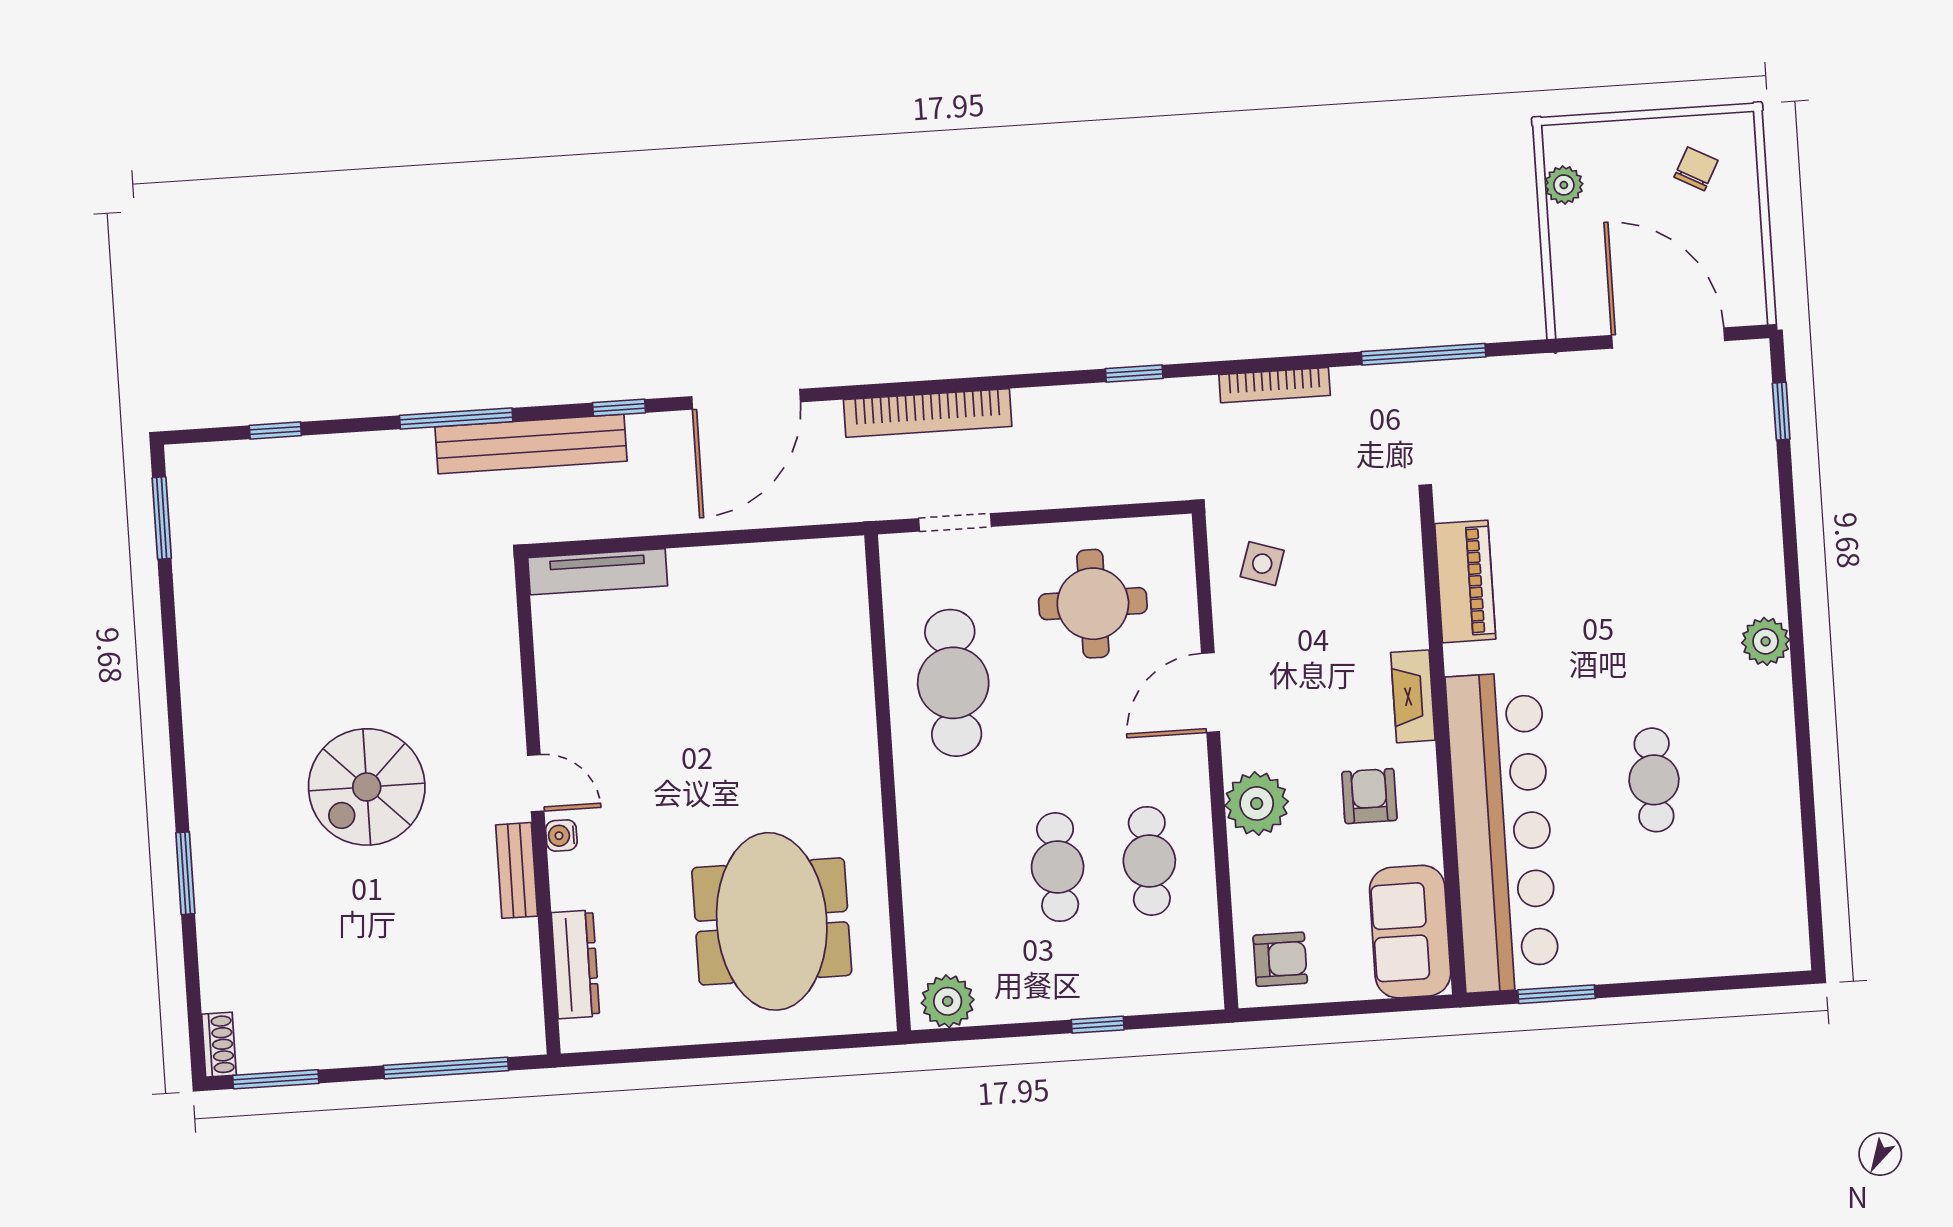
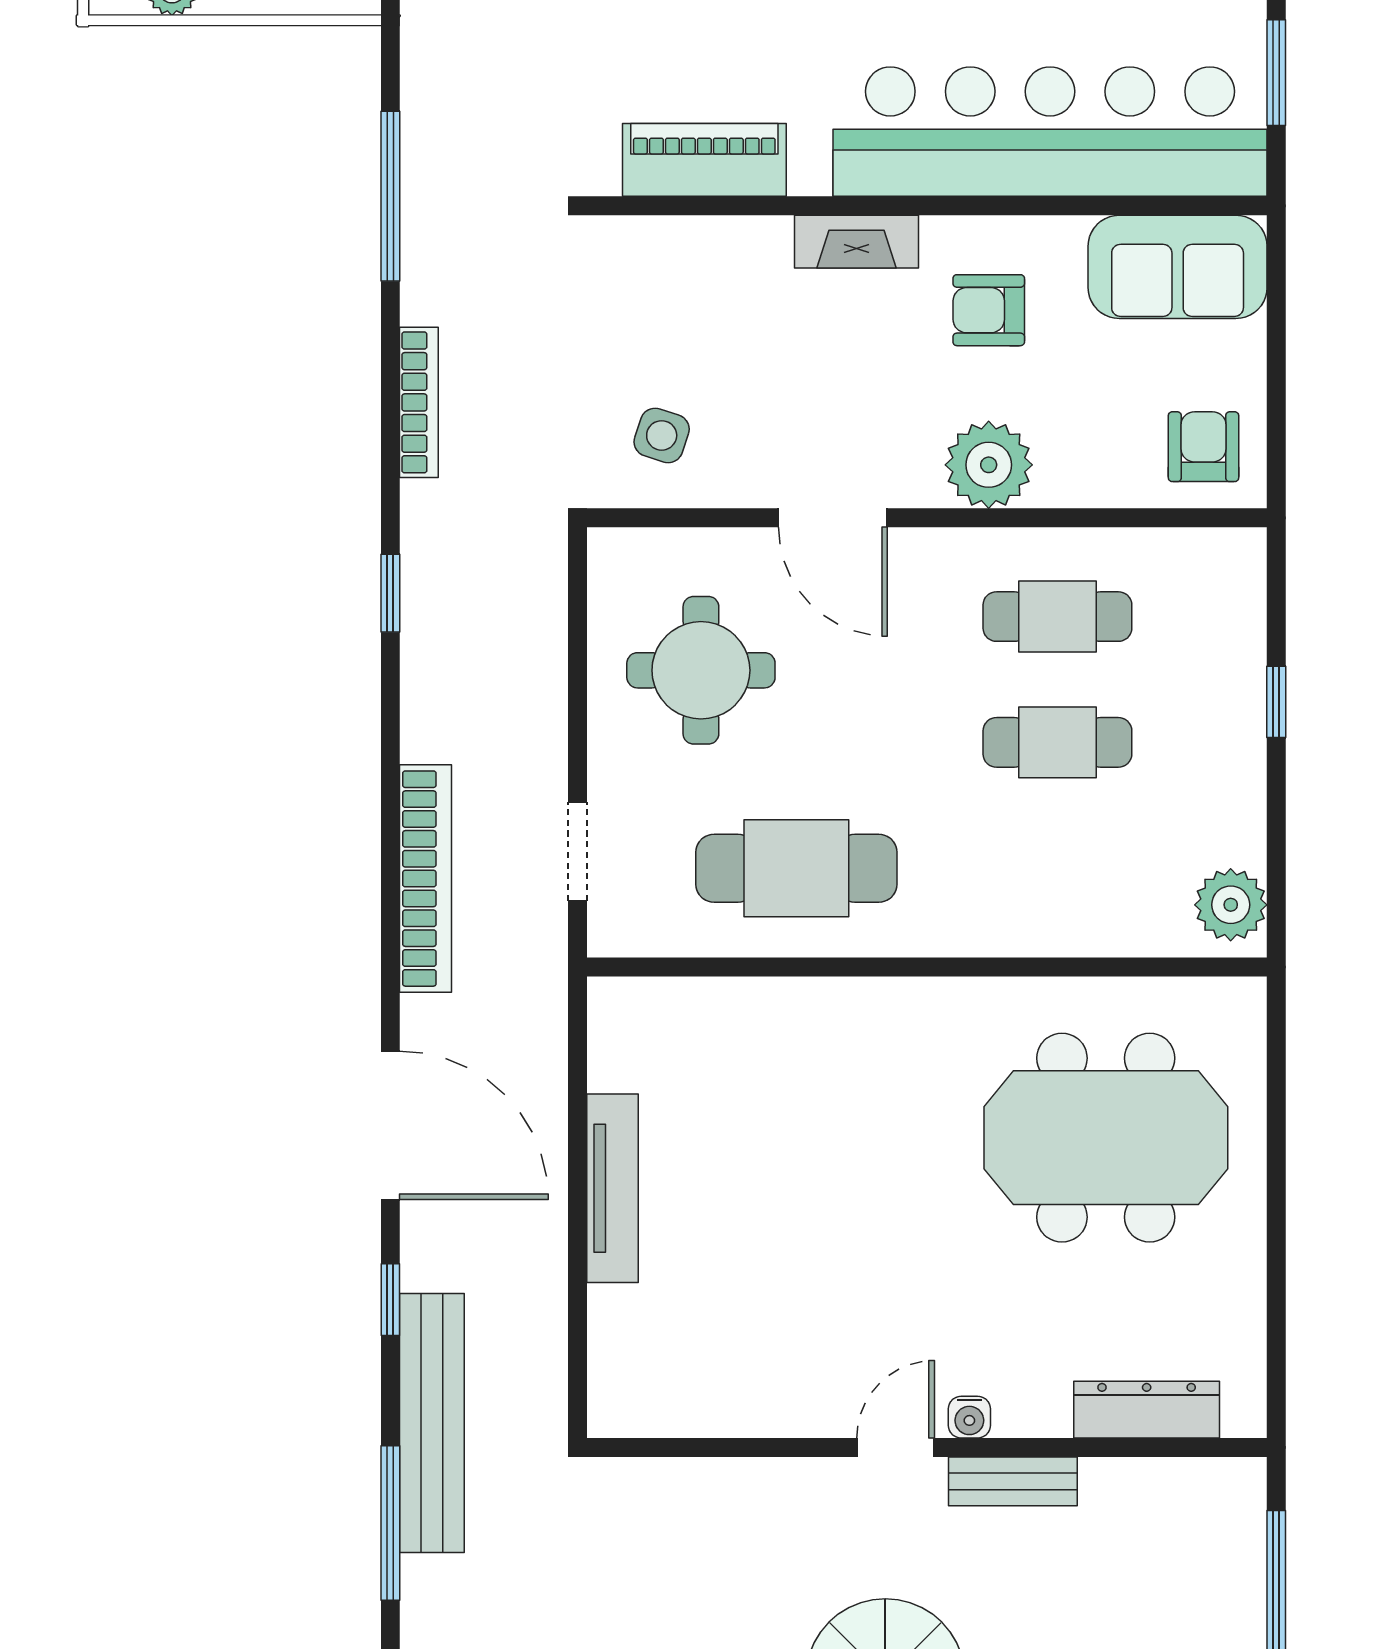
tv unit: (598, 572) -> (612, 1188), moved

